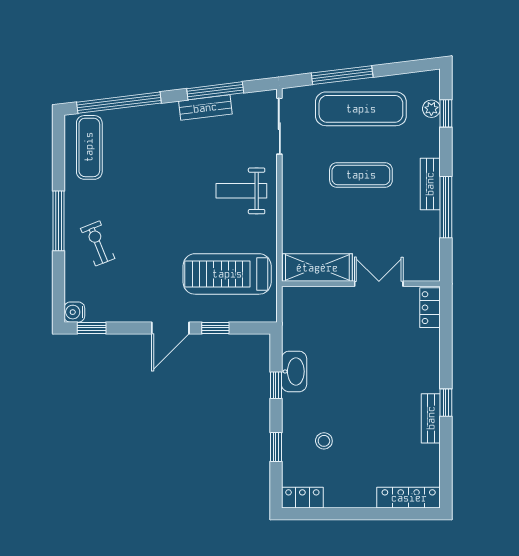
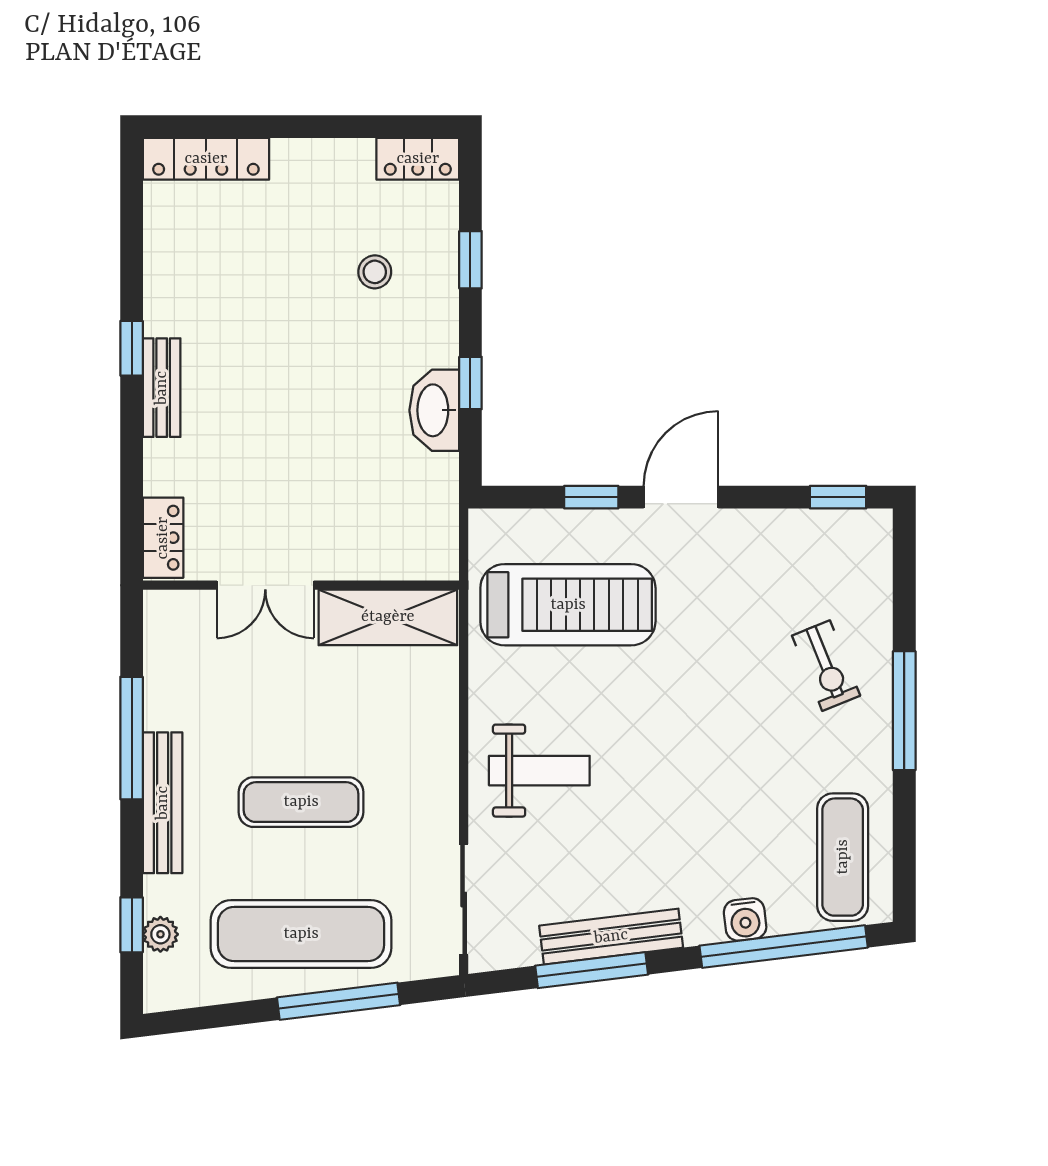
bench: (205, 108) -> (611, 937), width x1.36
bench: (430, 184) -> (163, 803), width x1.36
water cooler: (74, 312) -> (745, 919), moved, turned 83
bench: (431, 418) -> (162, 388), moved

